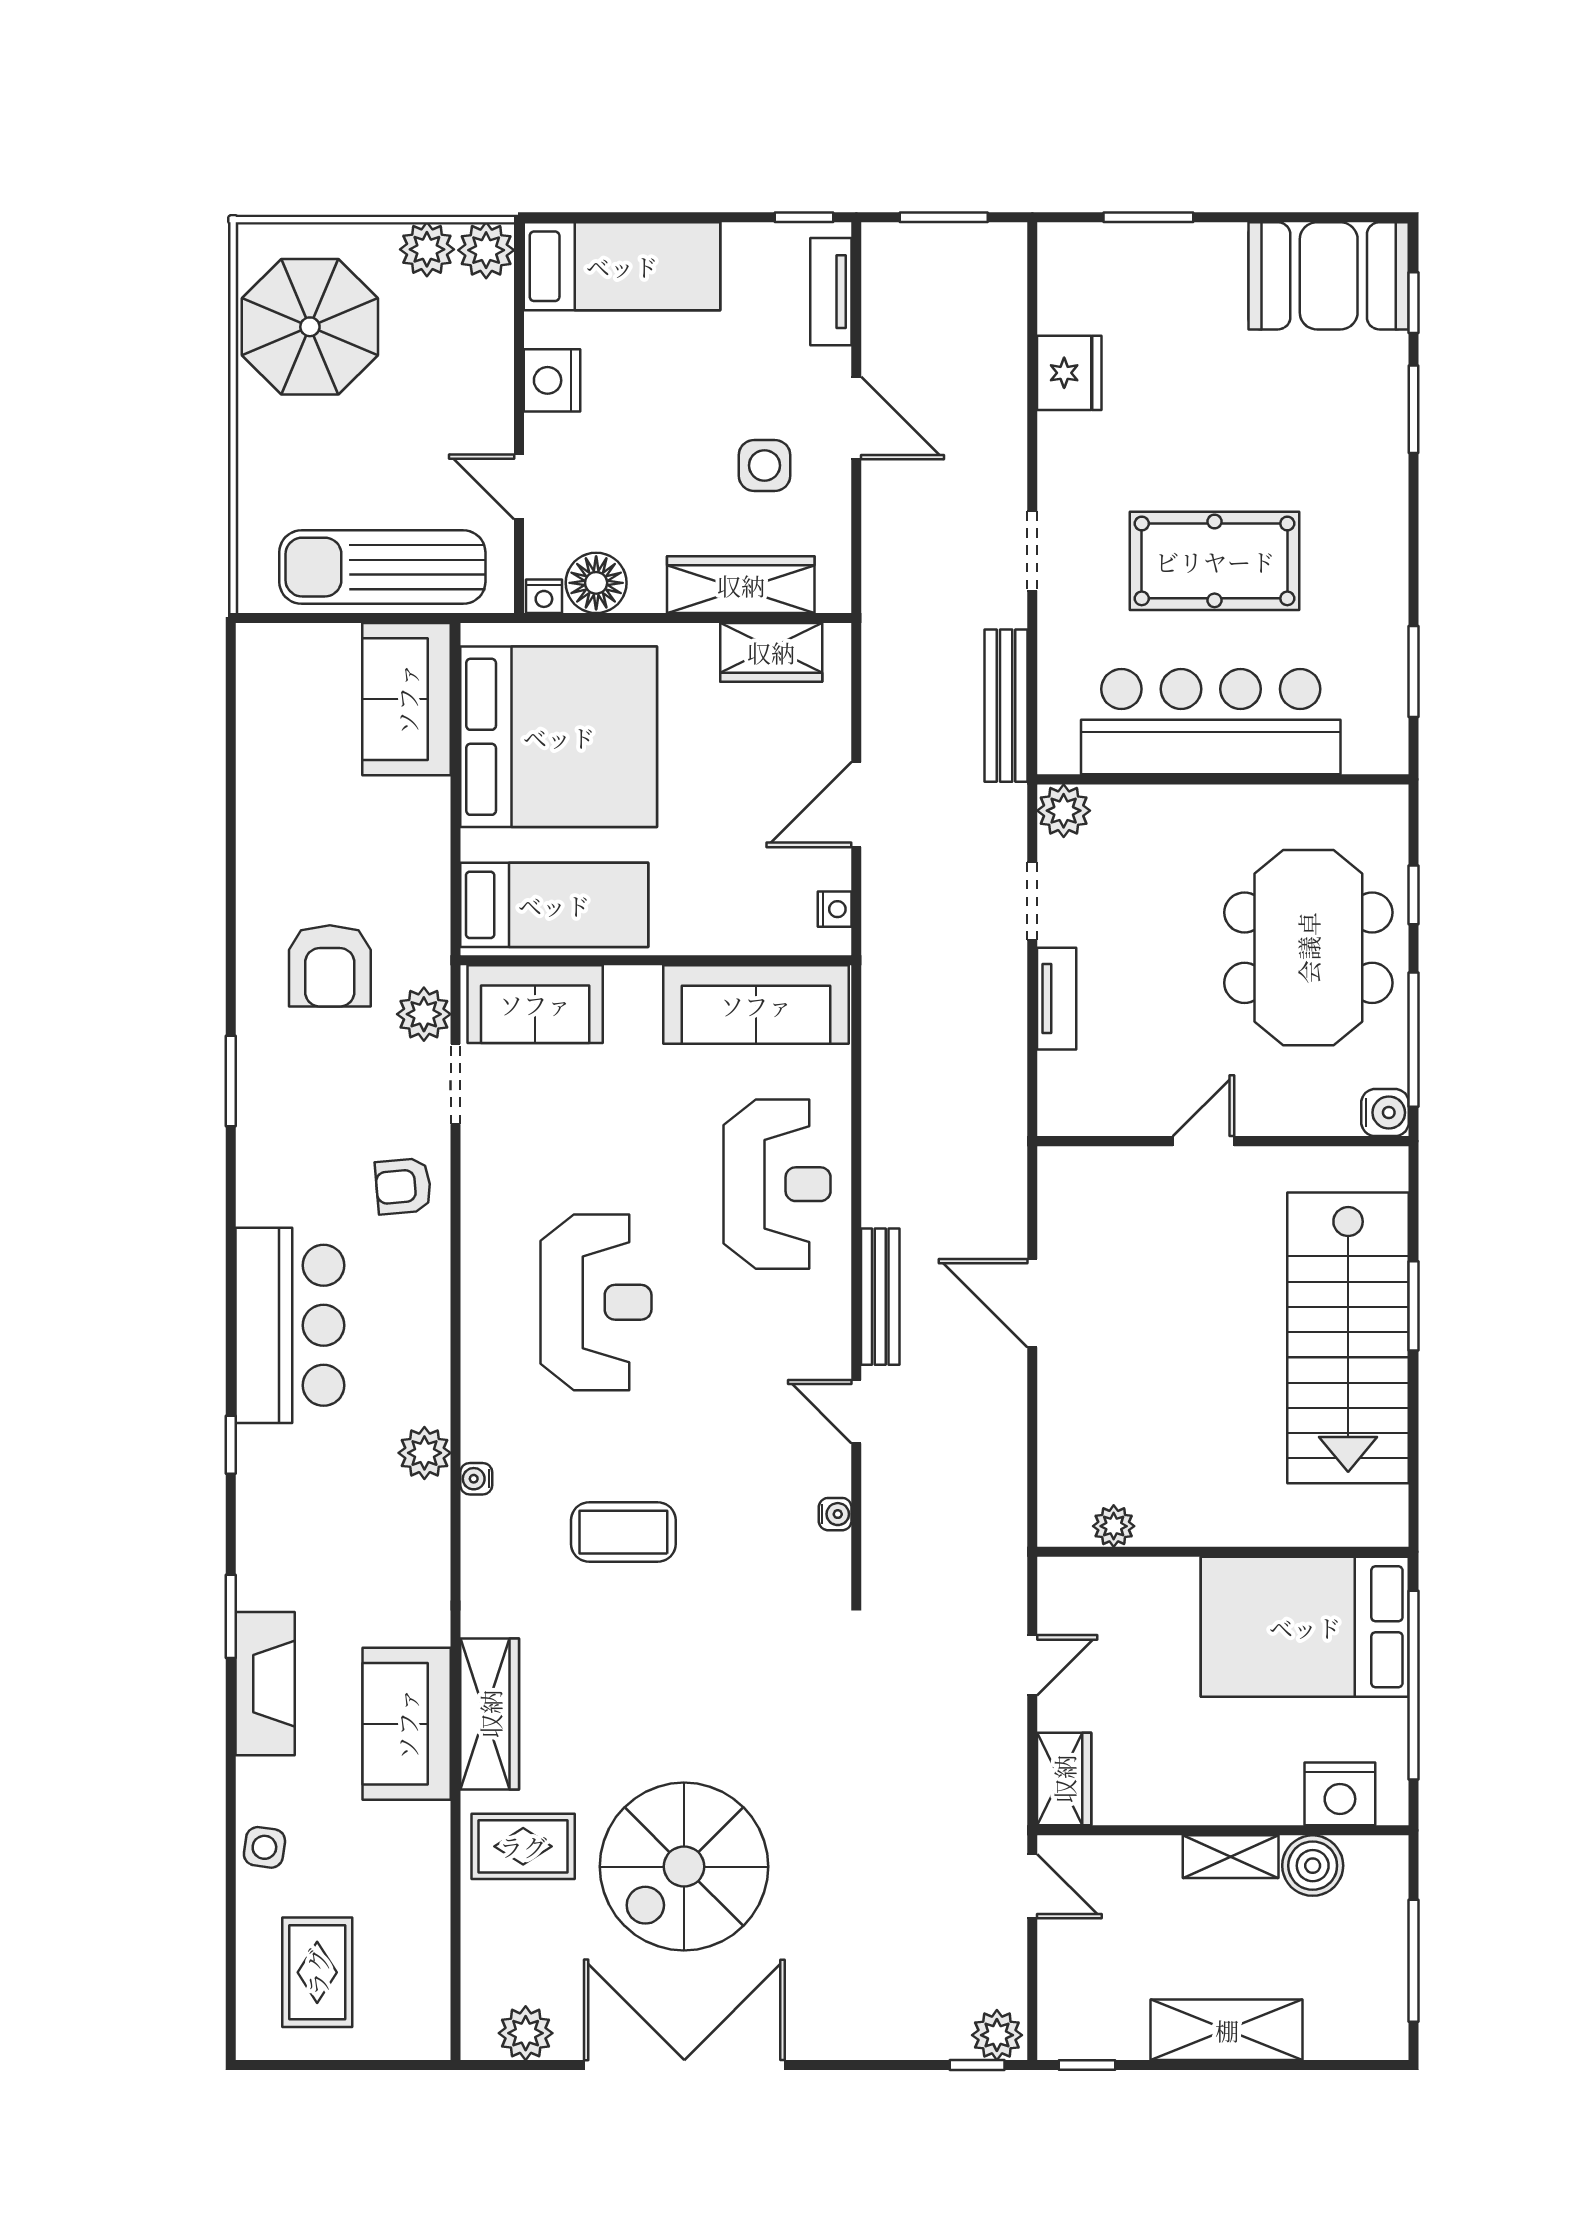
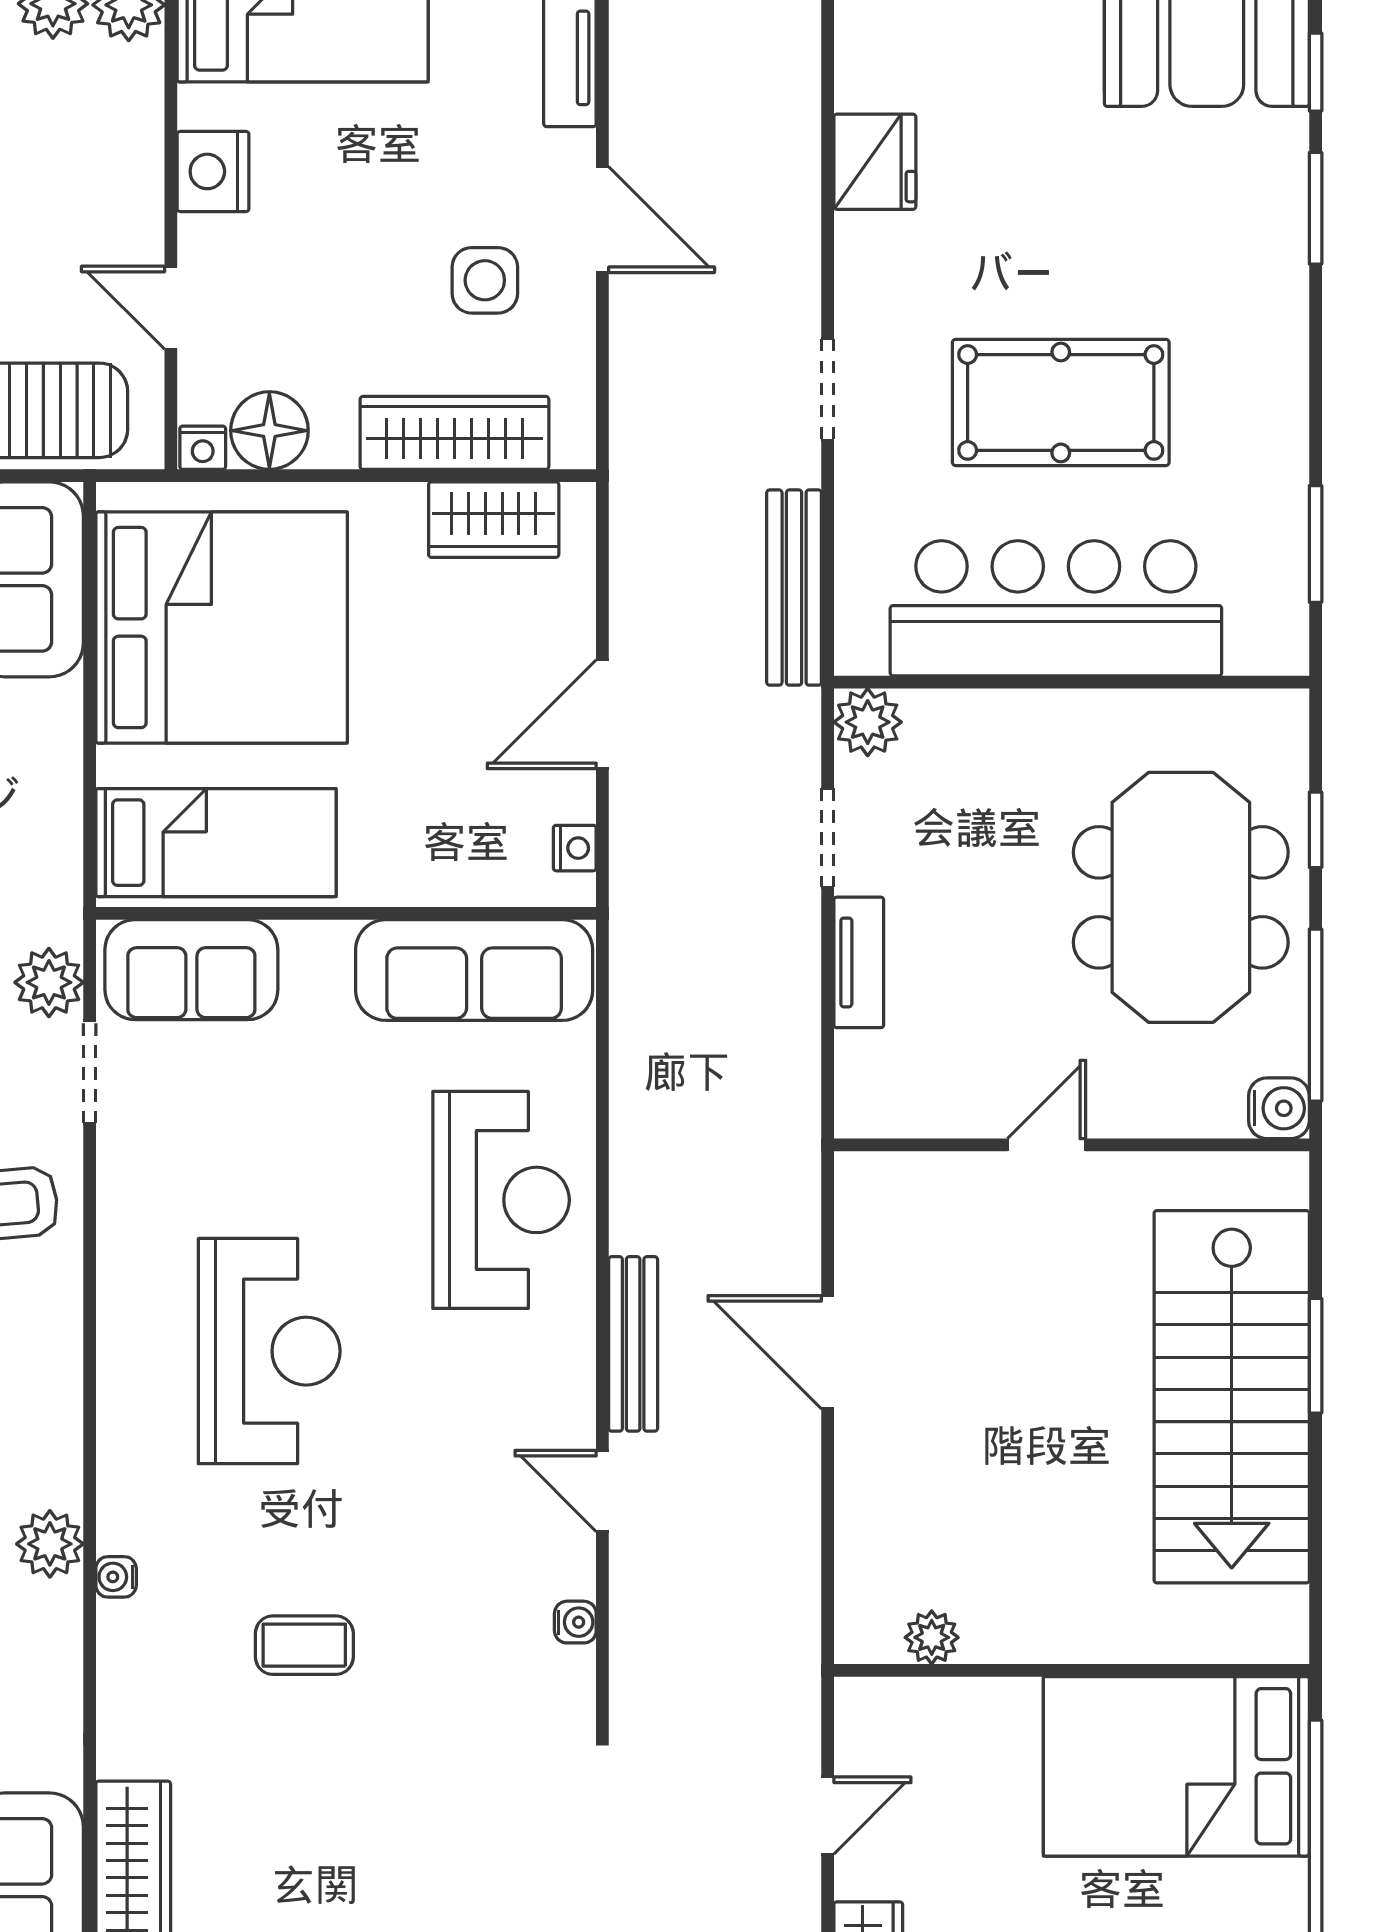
coffee table: (623, 1532) -> (304, 1645), width x0.73, depth x0.77

